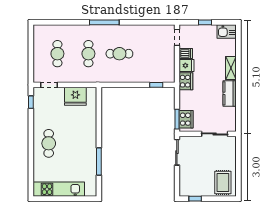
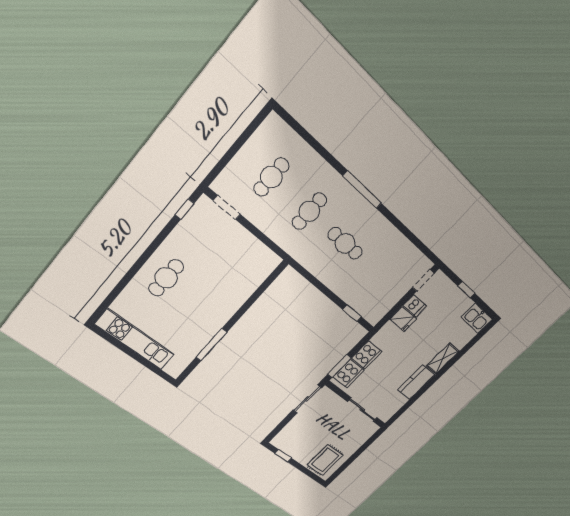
cooker: (186, 81) -> (367, 355), moved
fridge: (75, 96) -> (248, 249), removed

